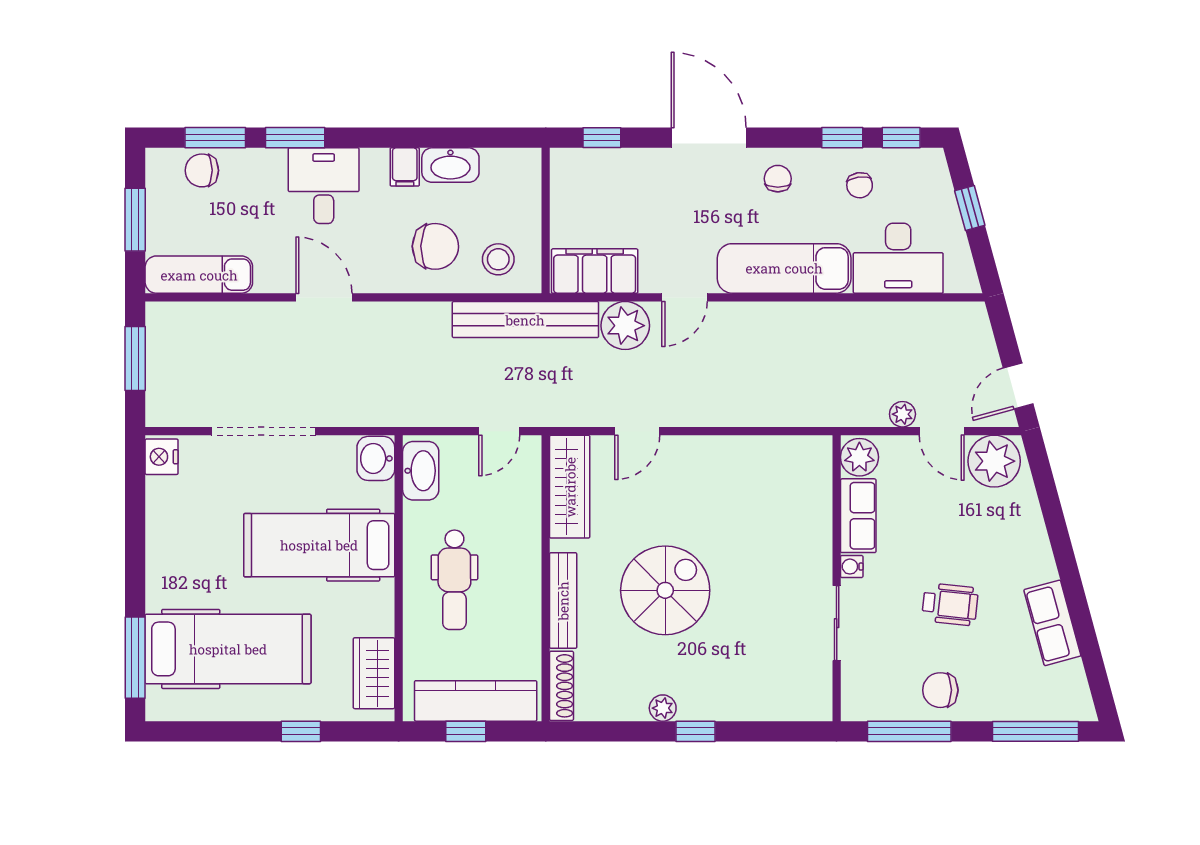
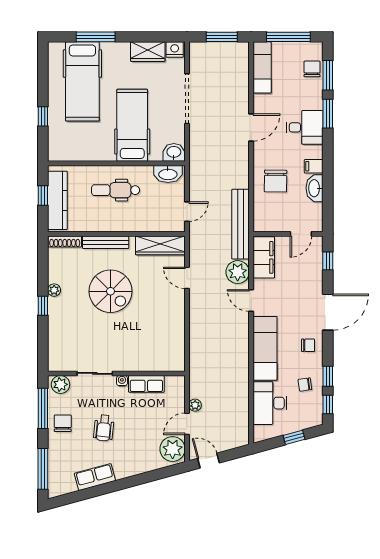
door: (546, 194) -> (301, 234), added
window: (135, 220) -> (288, 37), width x1.44
stool: (498, 259) -> (269, 211), removed
door: (499, 431) -> (187, 212), swing flipped
plant: (859, 457) -> (60, 384), moved
window: (135, 658) -> (96, 37), moved
wardrobe: (374, 673) -> (148, 52), moved, turned 180

